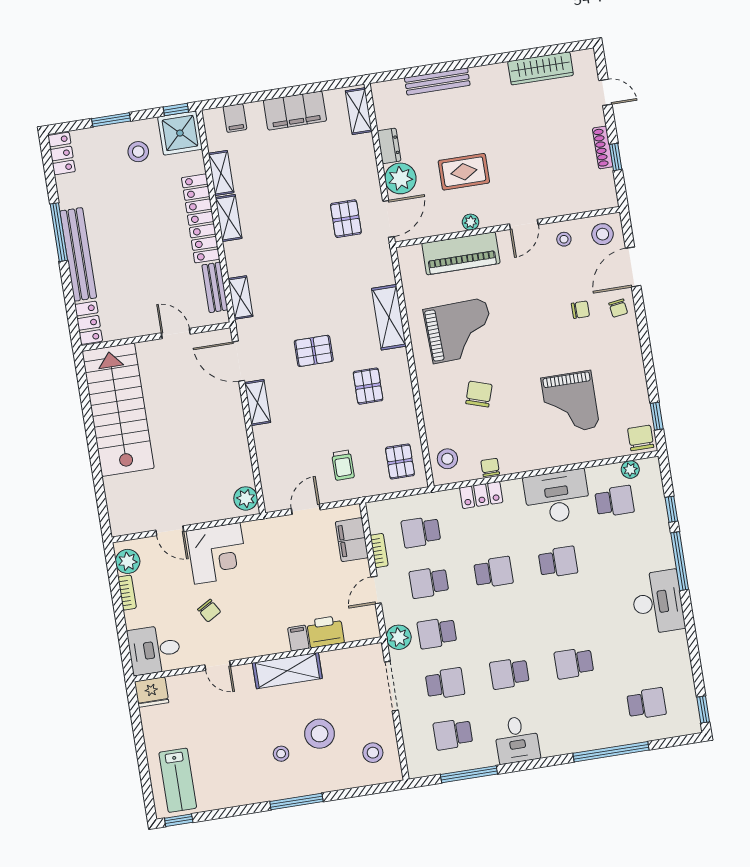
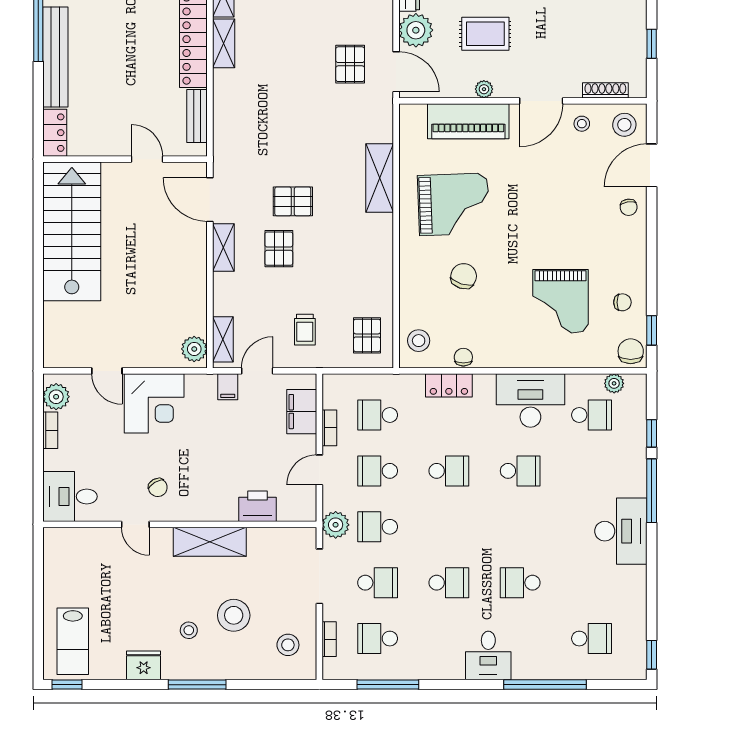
shoe rack: (603, 147) -> (605, 90), moved, turned 90
door: (389, 219) -> (396, 72), hinge flipped
door: (524, 224) -> (541, 101), width x1.38
shelving: (240, 298) -> (223, 339), moved
chair: (580, 310) -> (622, 302), moved
pallet: (368, 386) -> (279, 249), moved
chair: (209, 611) -> (158, 488), moved
filing cabinet: (298, 638) -> (228, 387), moved, turned 180
school desk: (509, 673) -> (449, 583), turned 180
fridge: (152, 692) -> (144, 665), moved, turned 180
desk: (517, 740) -> (488, 655), moved
bookcase: (409, 741) -> (329, 639), added

